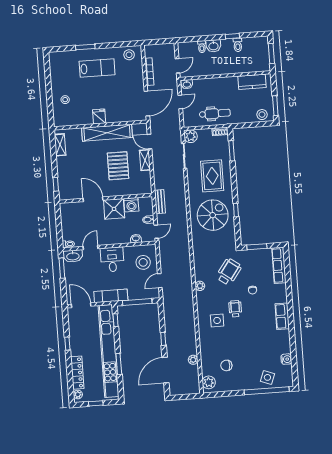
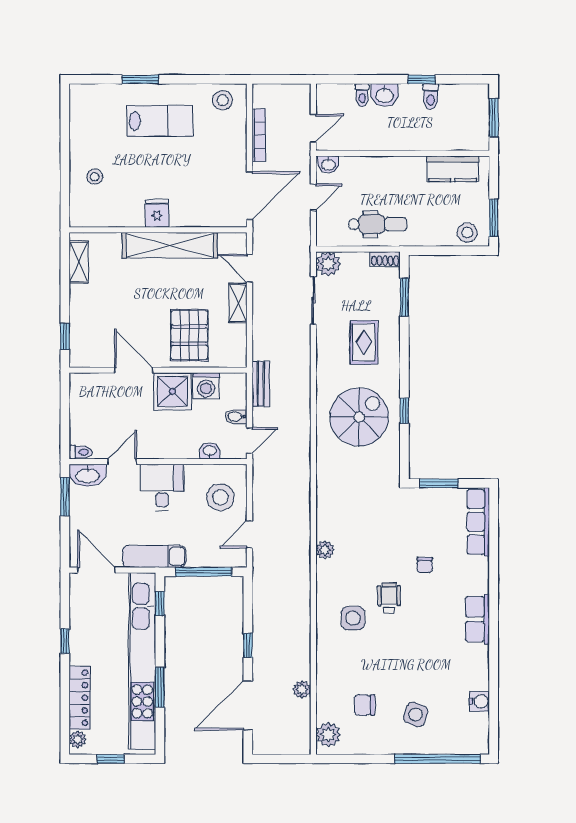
pallet: (118, 166) -> (189, 335), moved
rug: (212, 176) -> (364, 342), width x0.73, depth x0.70
wheelchair: (229, 272) -> (382, 527), removed
side table: (267, 377) -> (416, 714), moved

